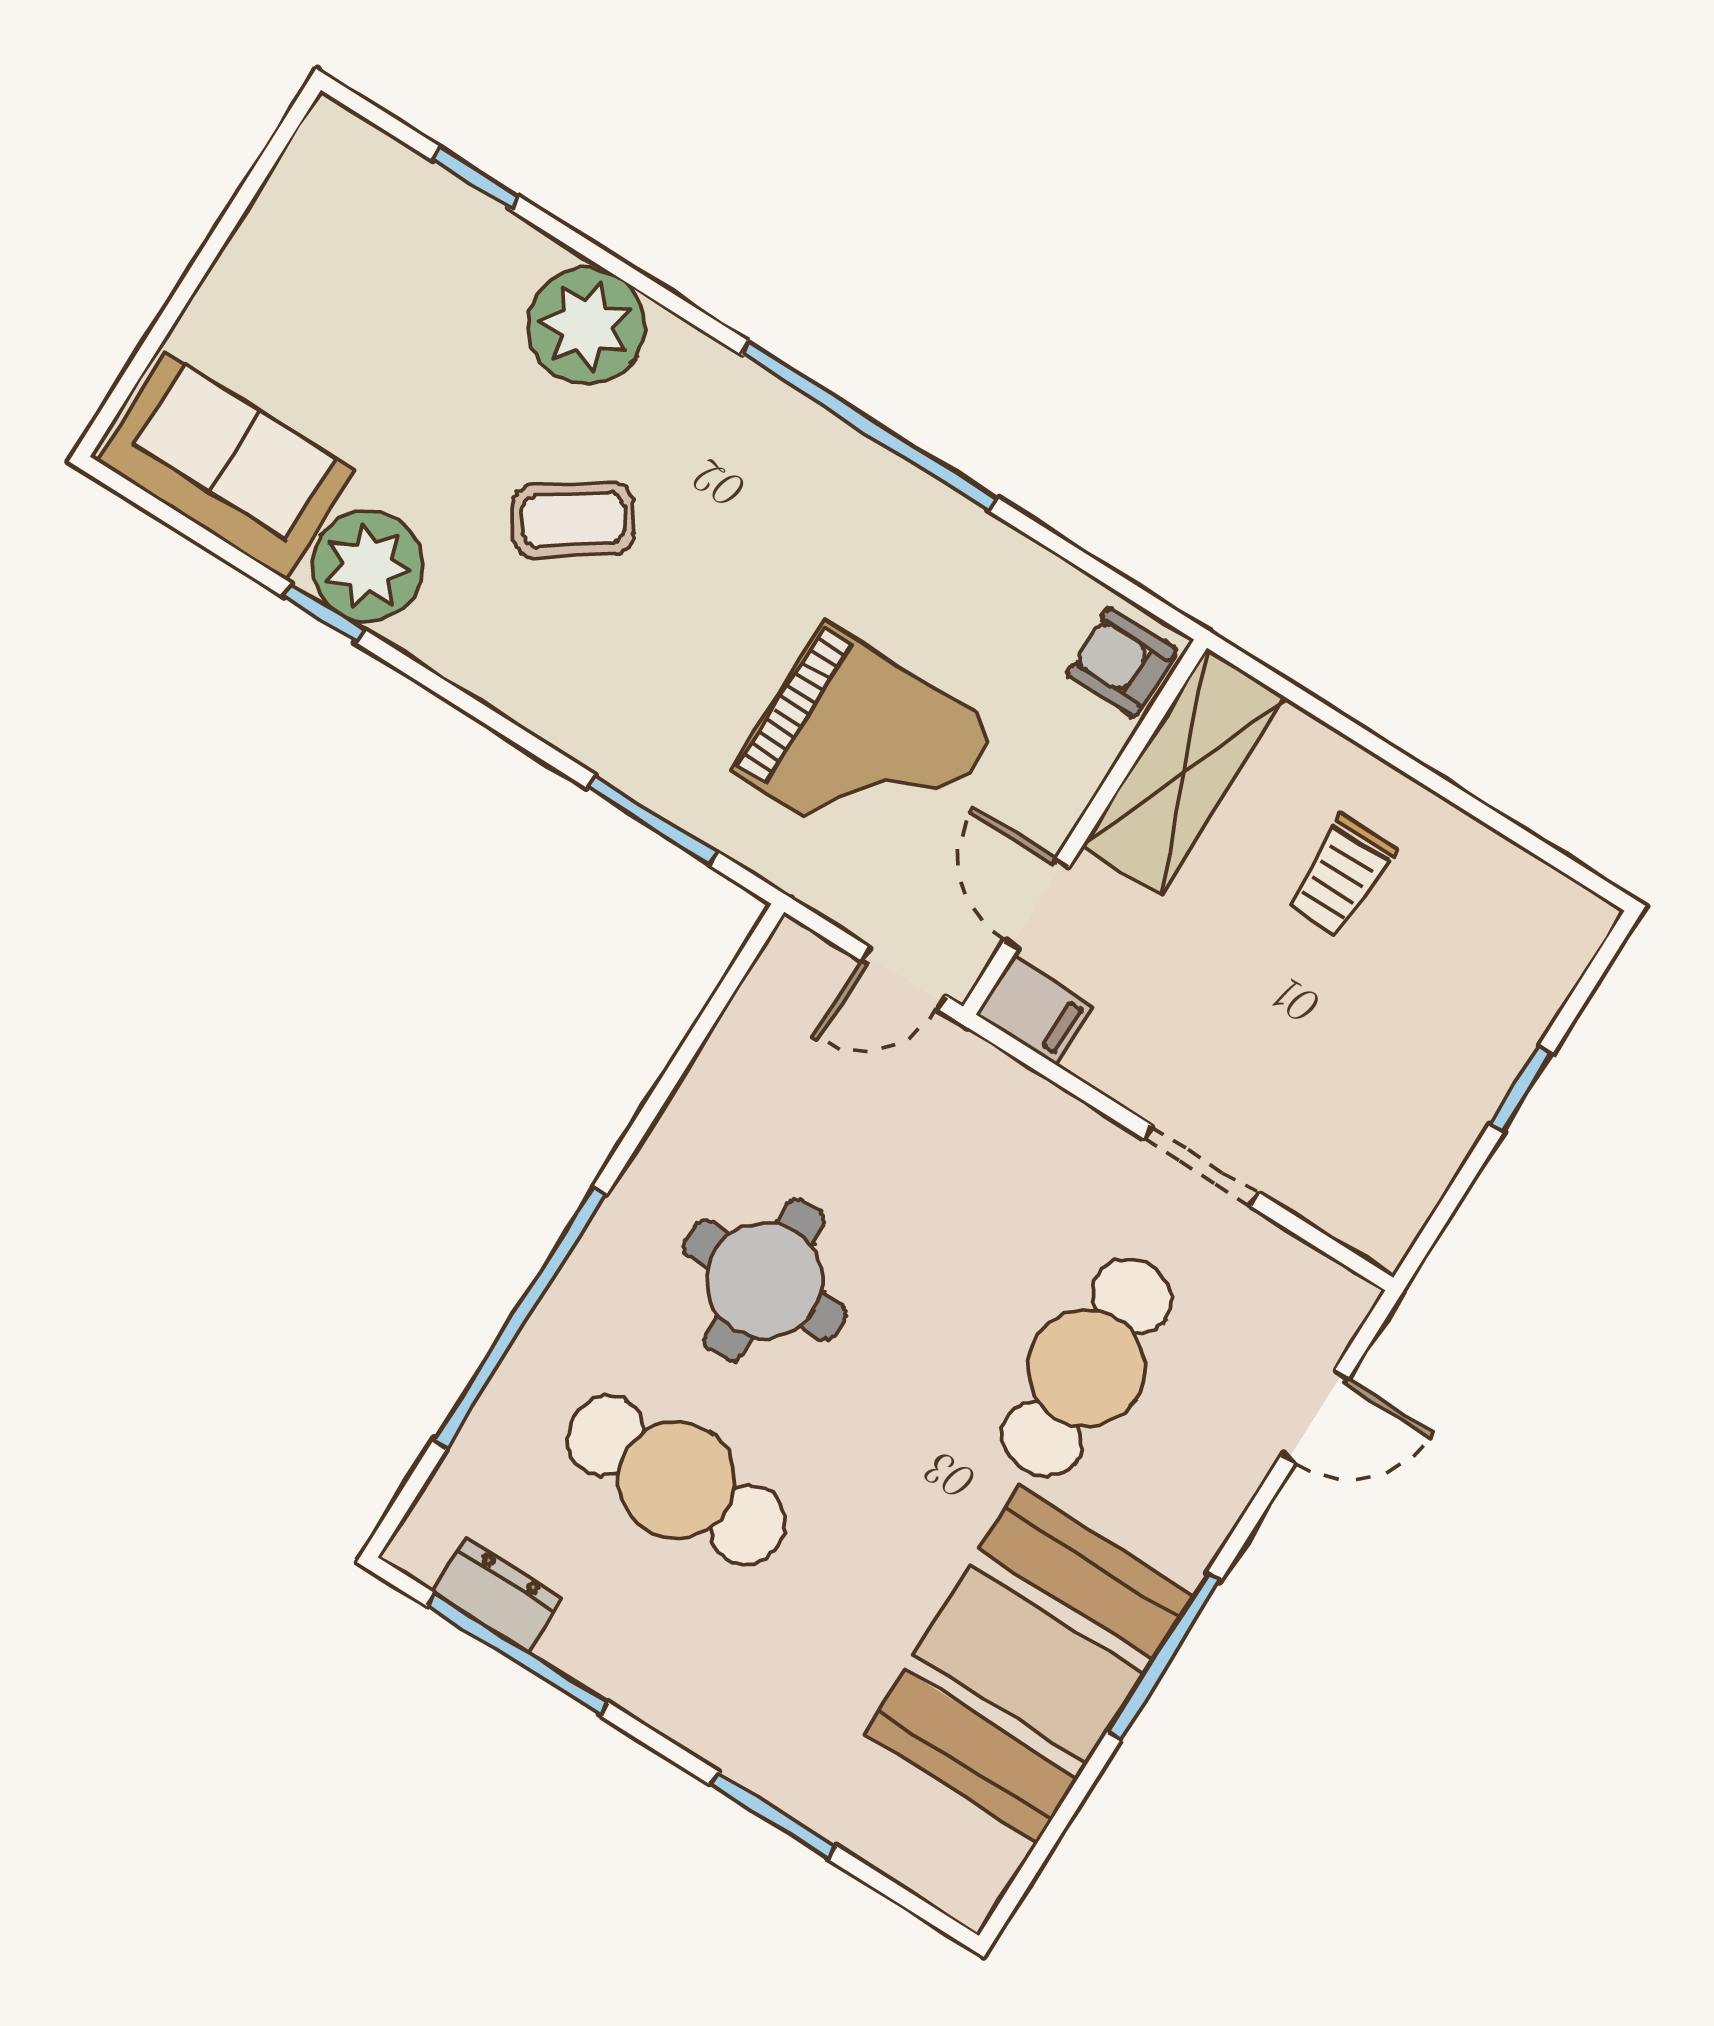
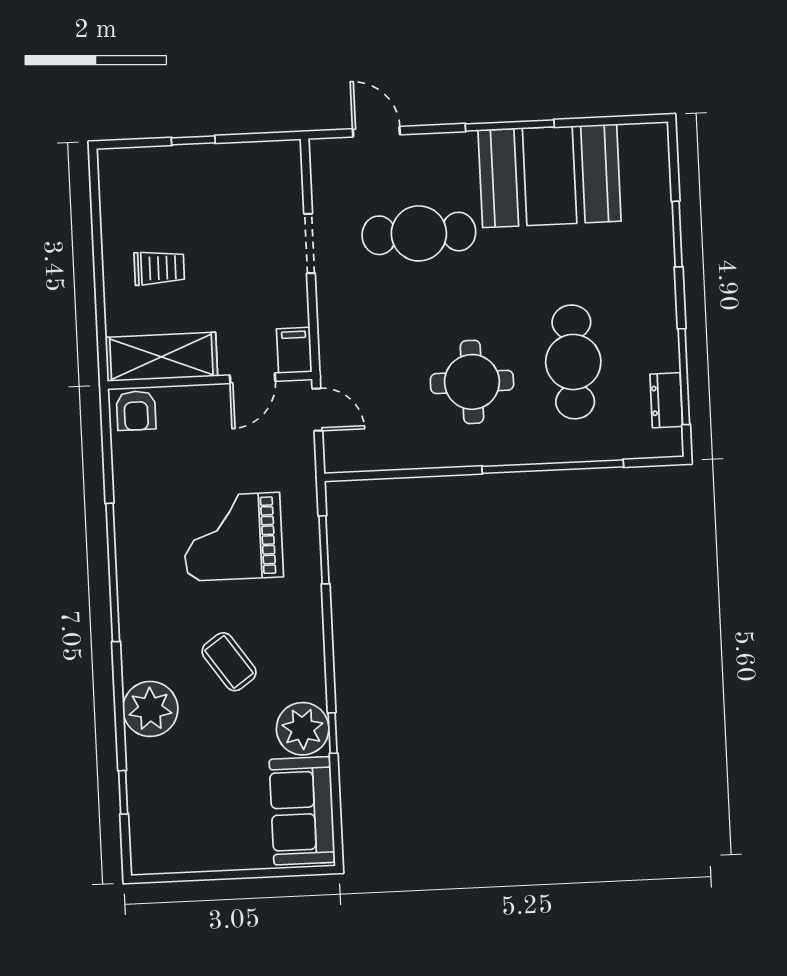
grand piano: (865, 750) -> (233, 537), moved, turned -90

